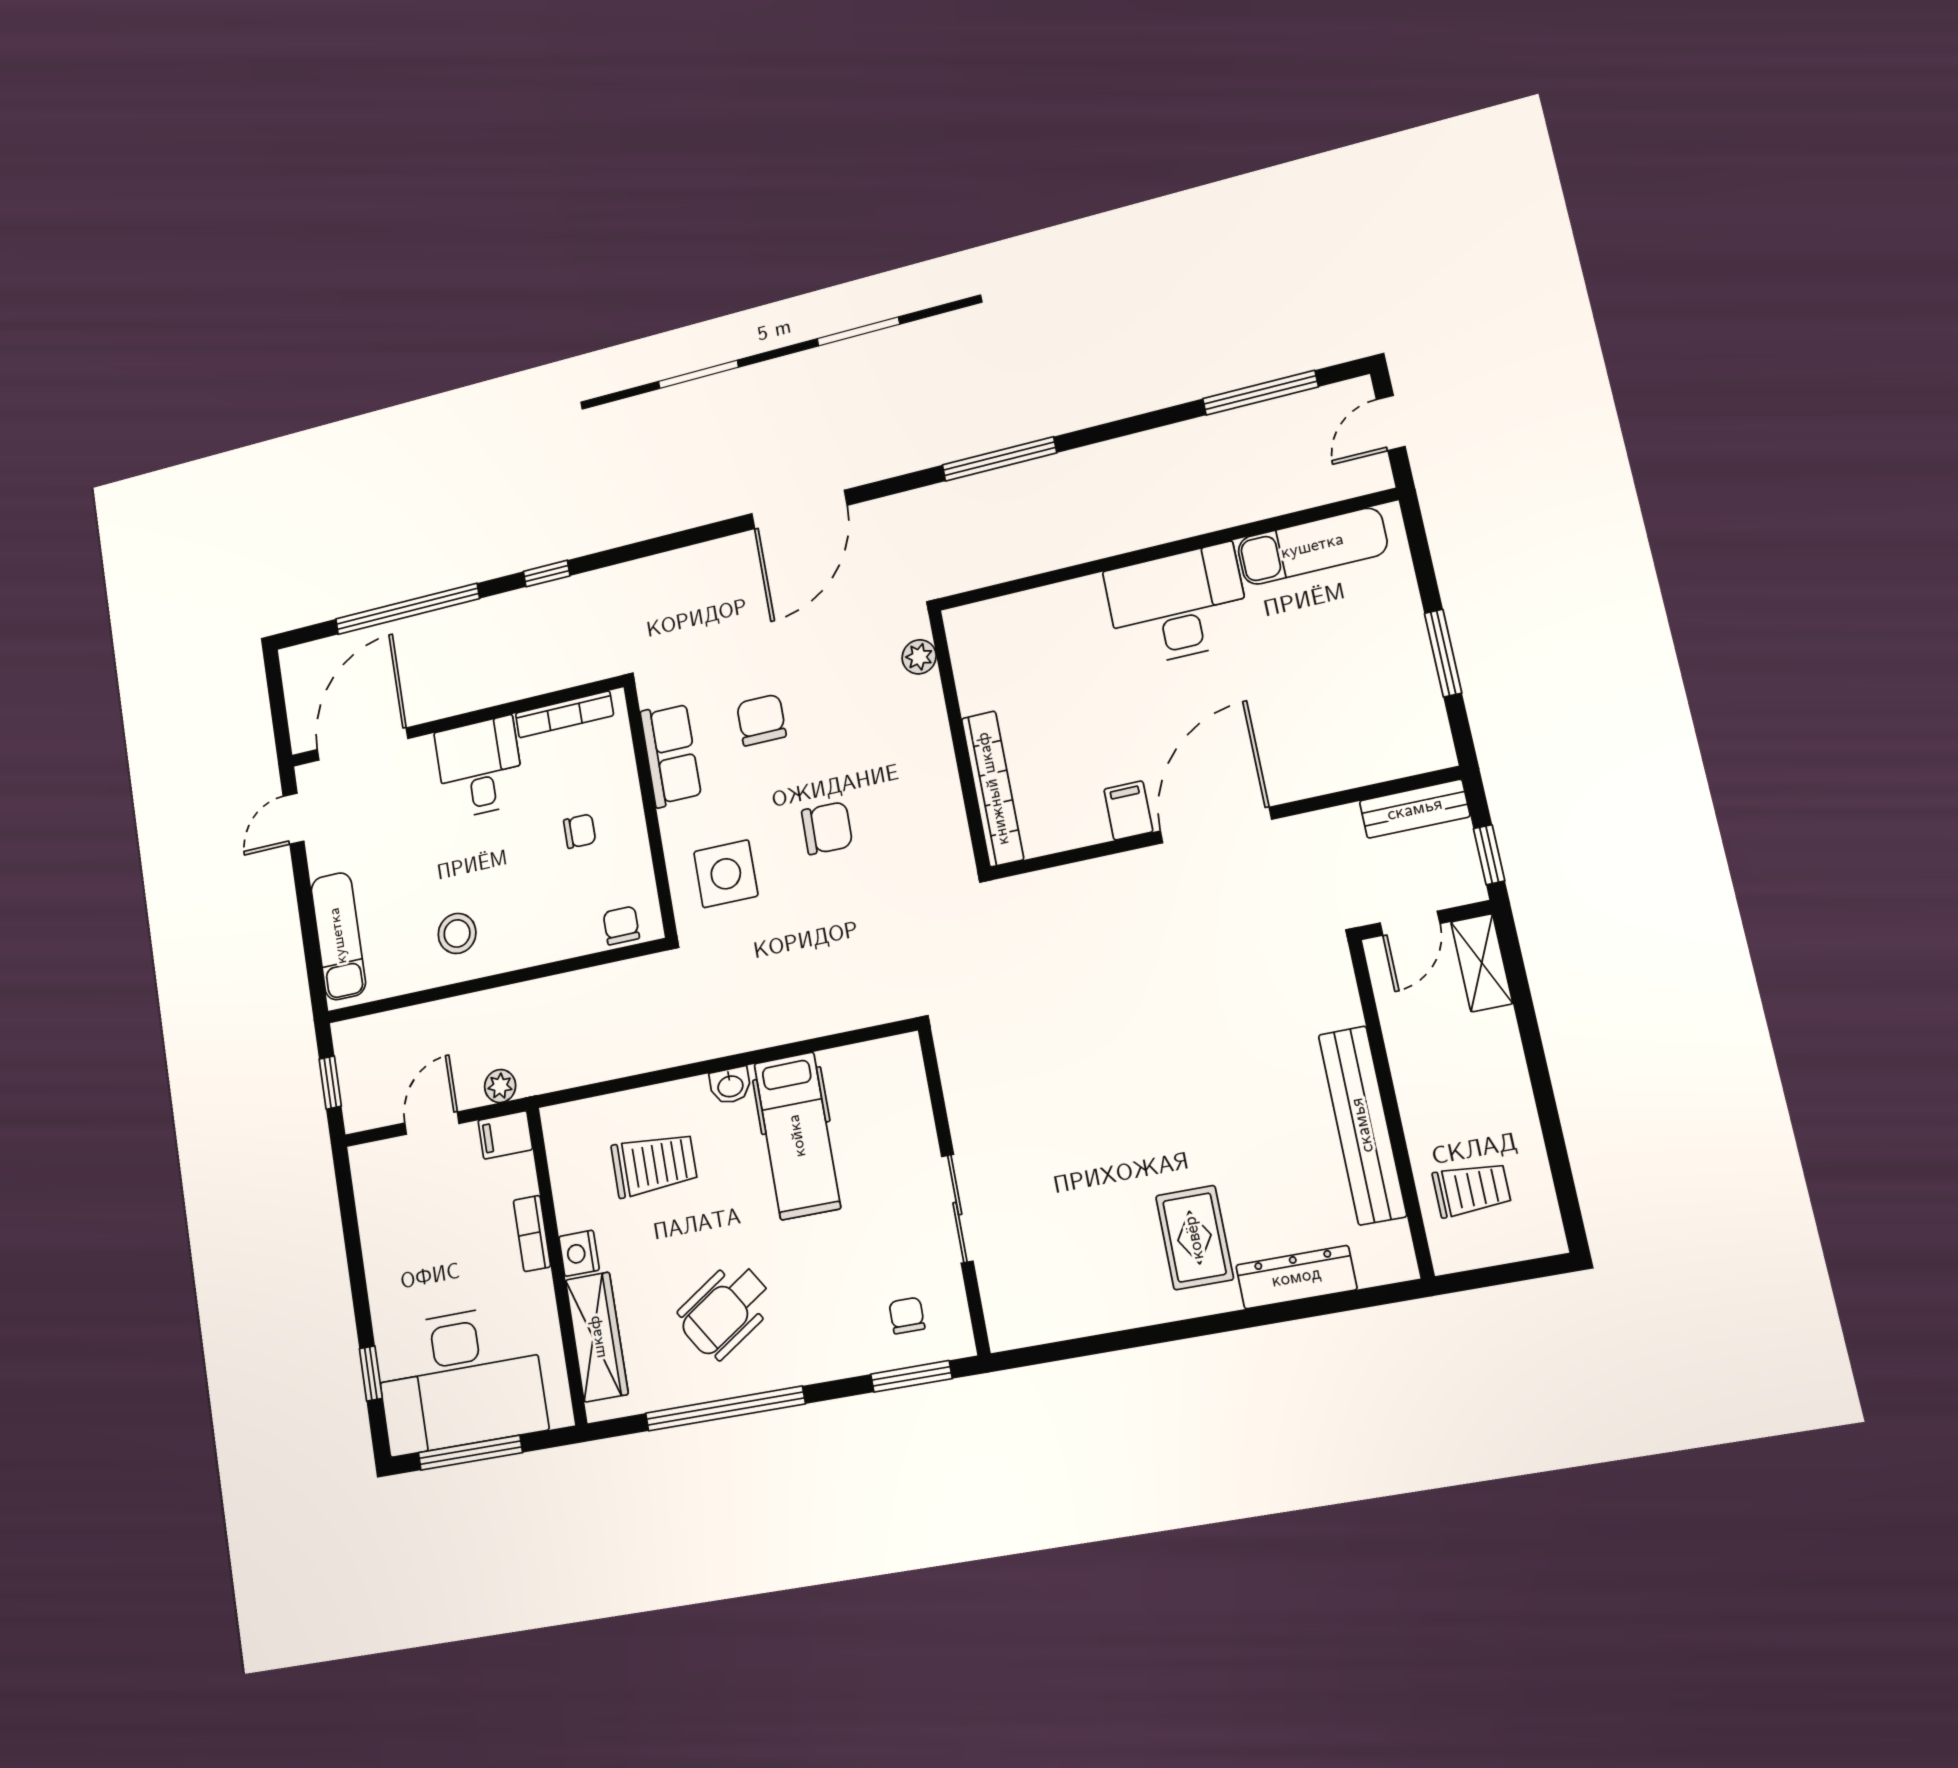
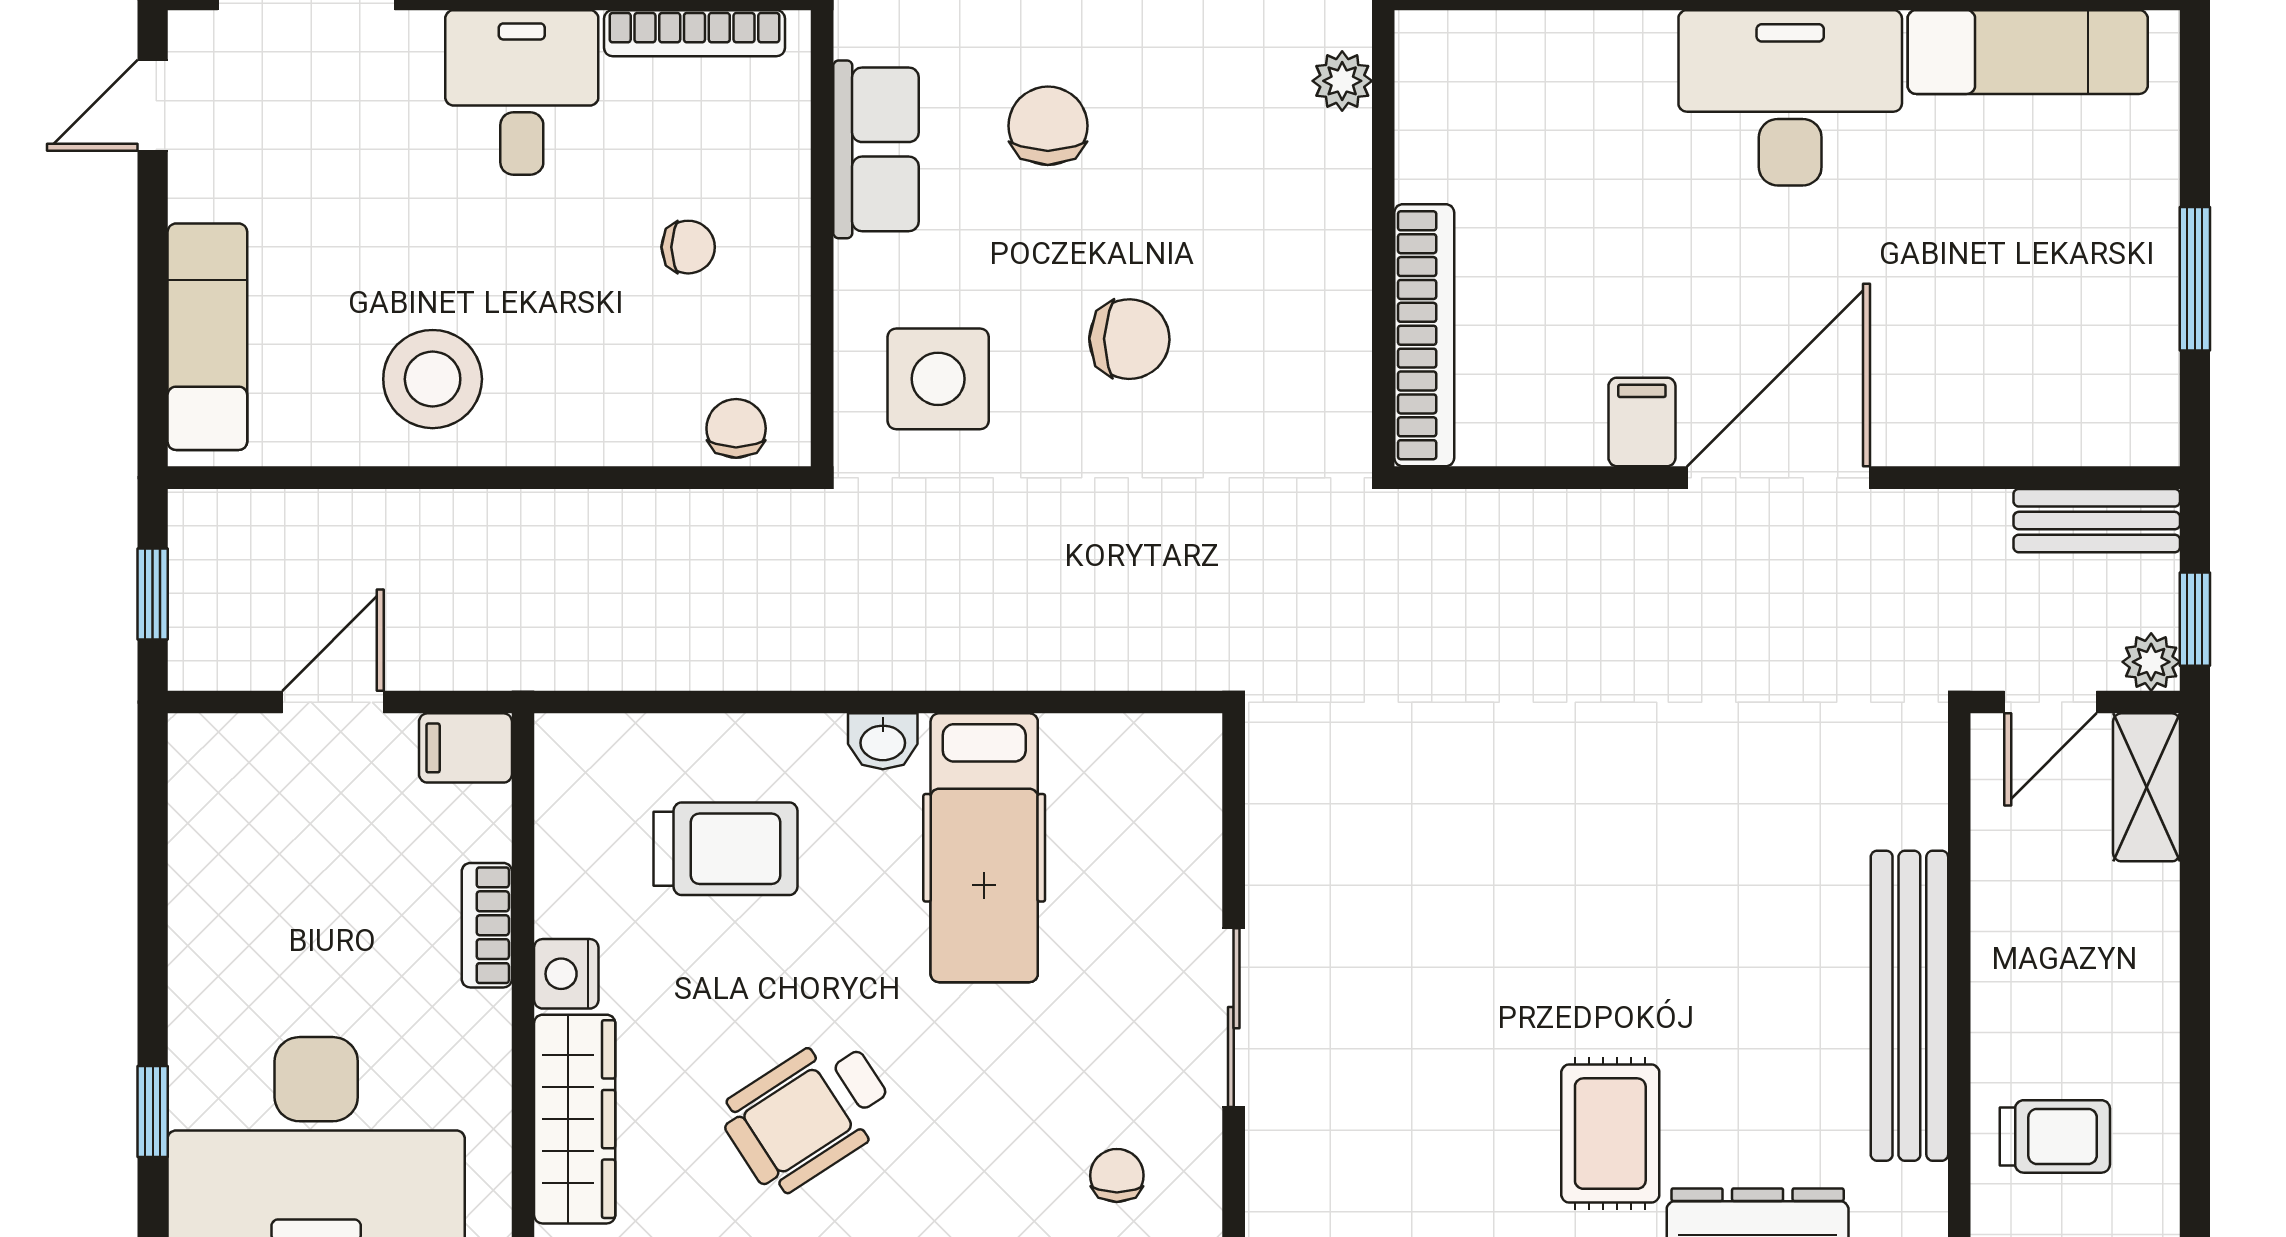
stool: (457, 933) -> (433, 379), width x1.38, depth x1.38
plant: (500, 1086) -> (2151, 662), moved

